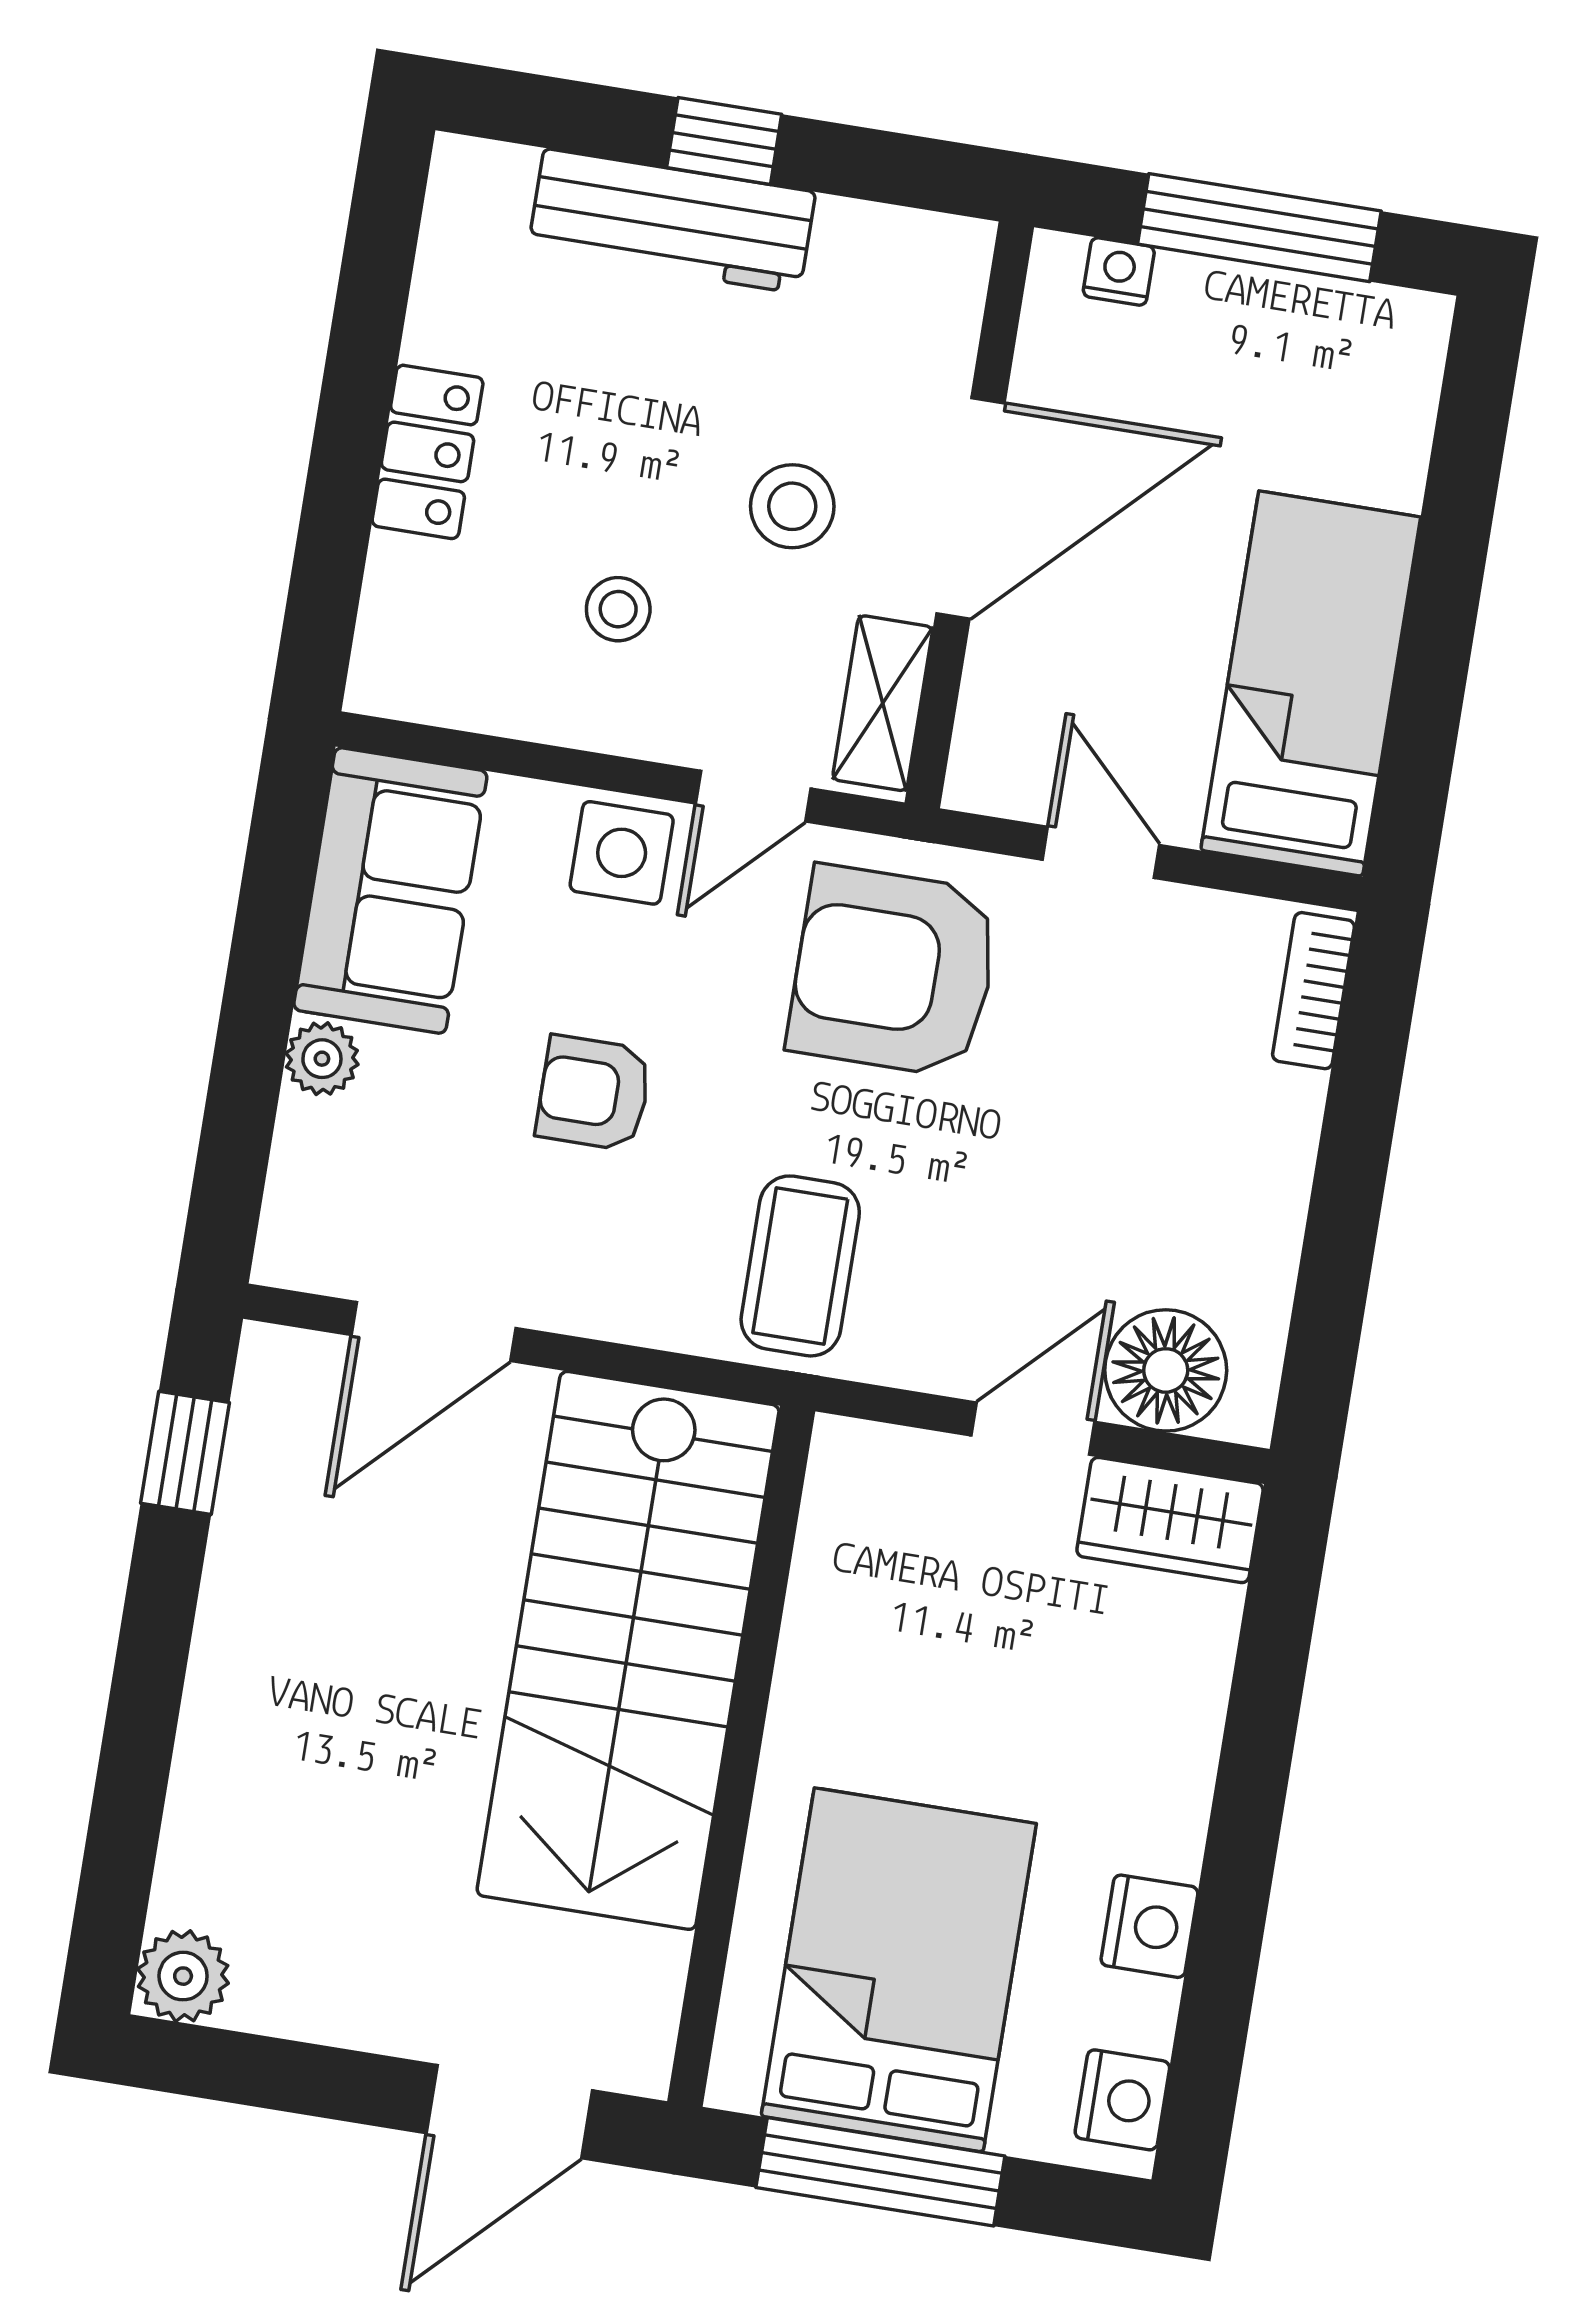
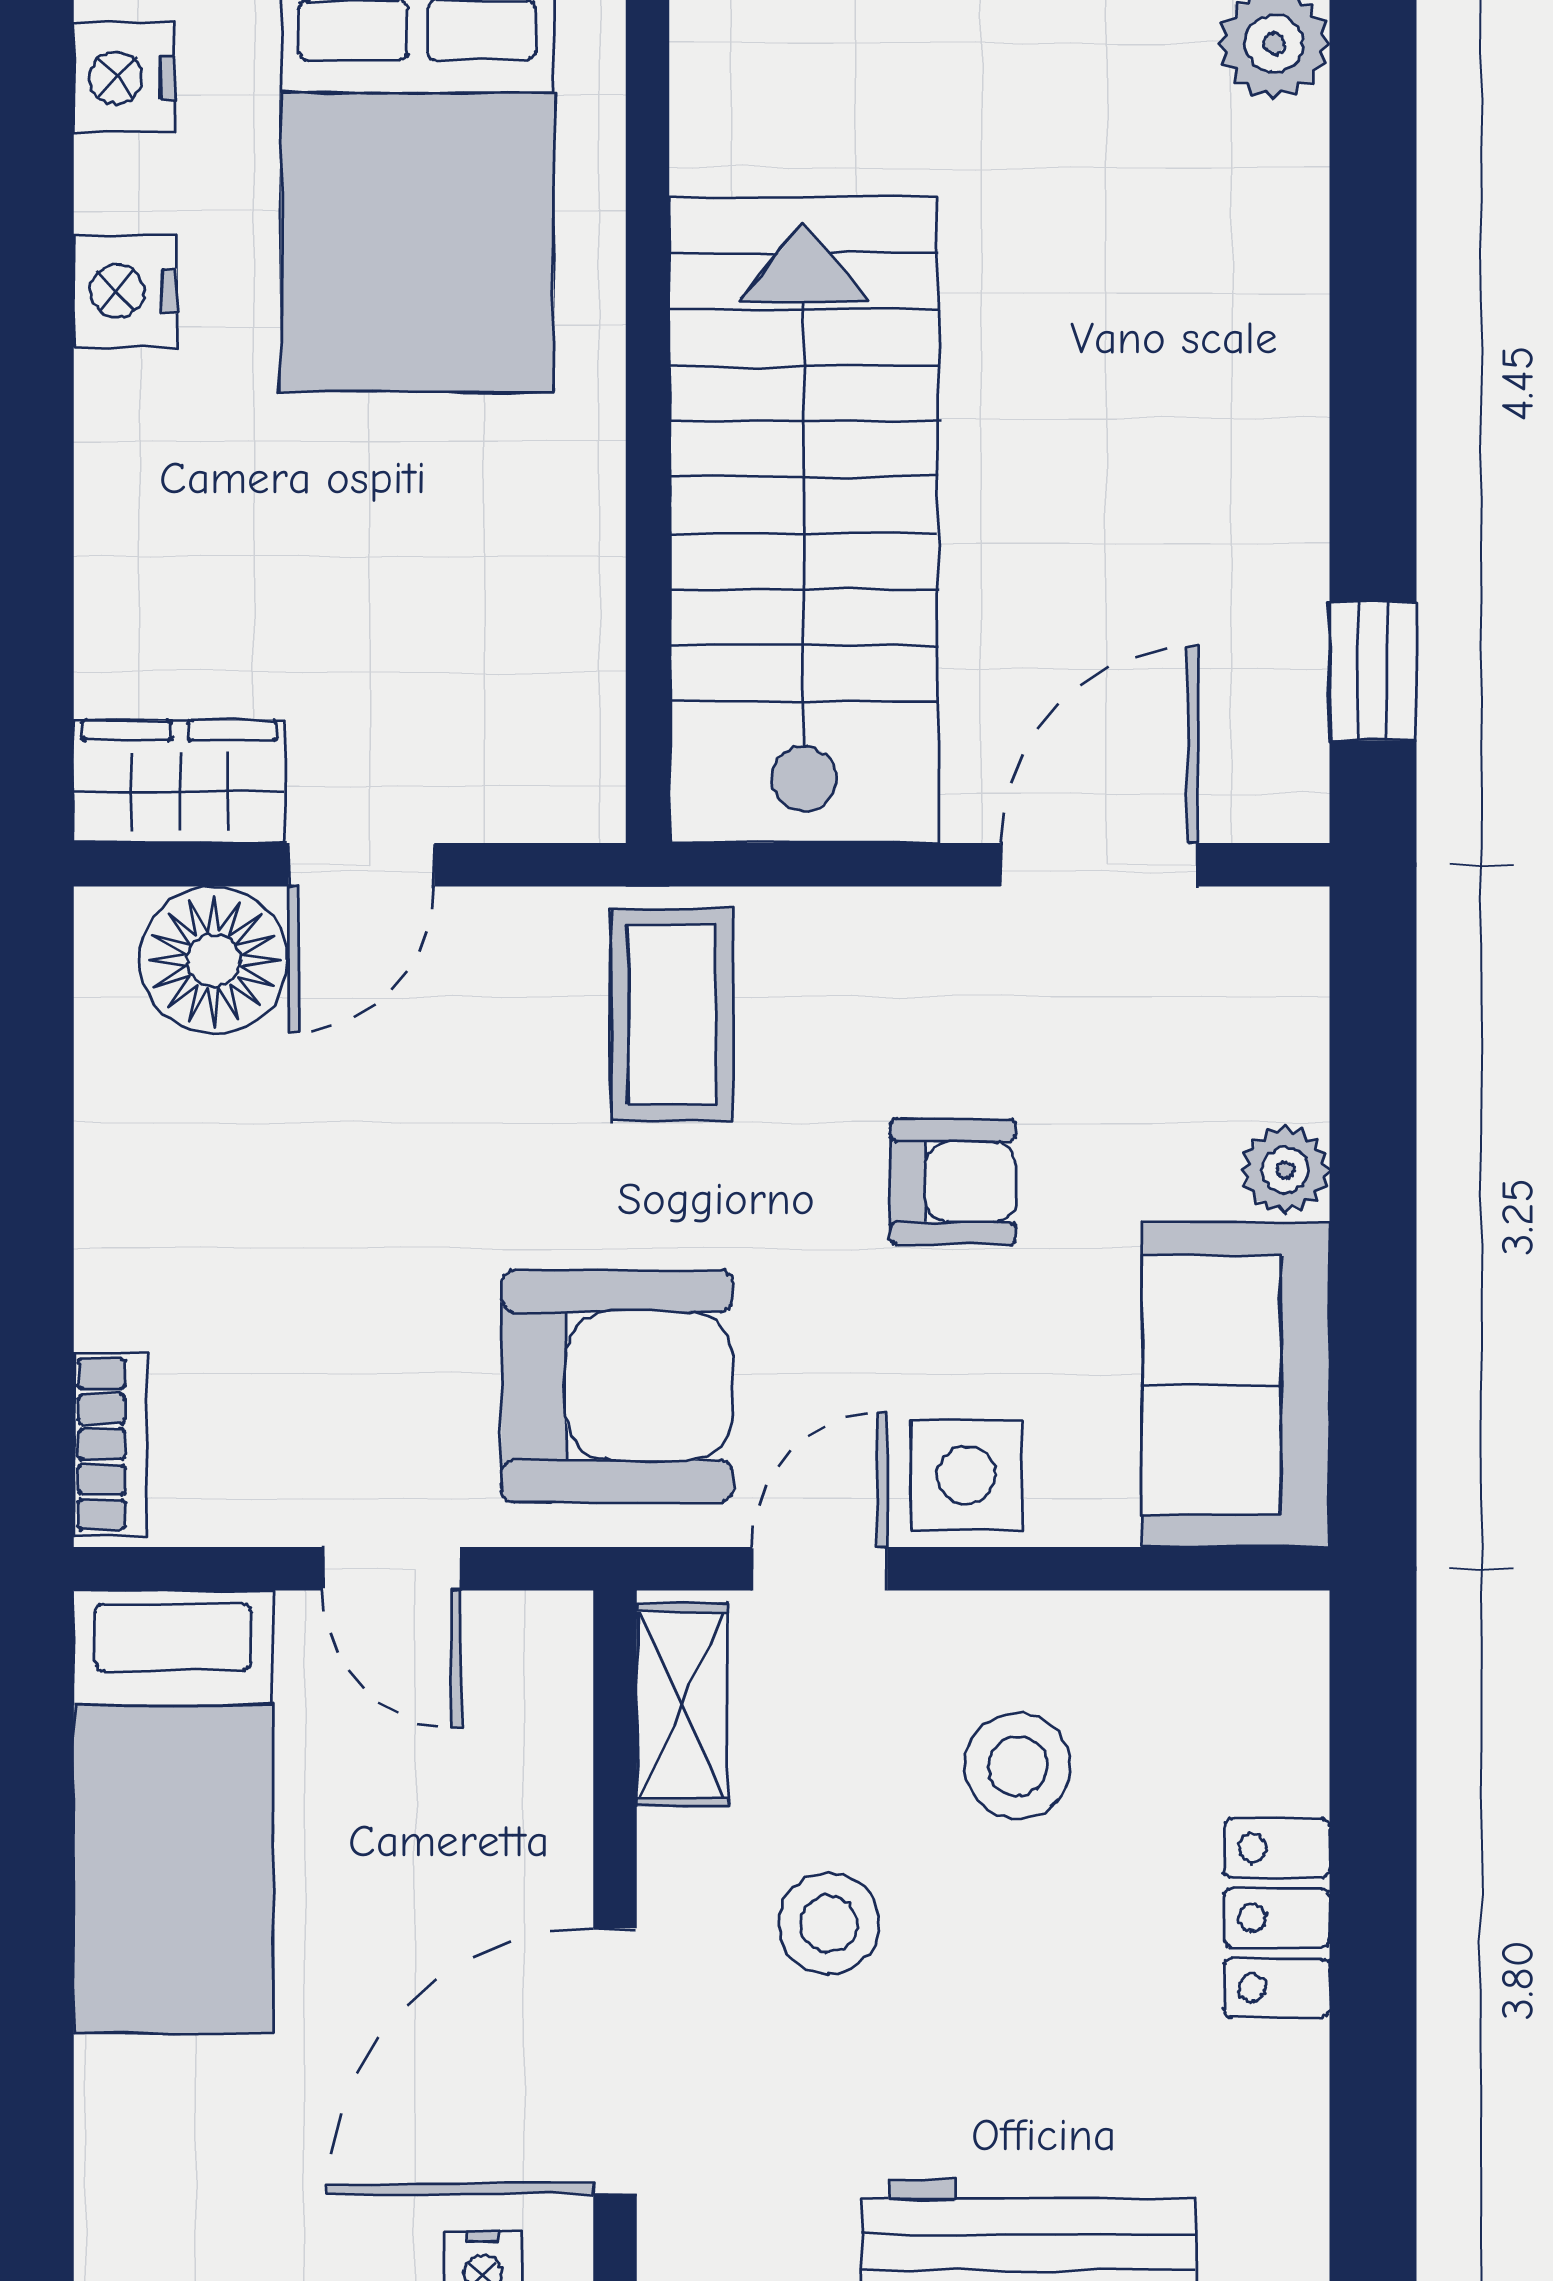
door: (970, 508) -> (615, 2061), moved
stool: (618, 609) -> (1018, 1767), width x1.37, depth x1.37

